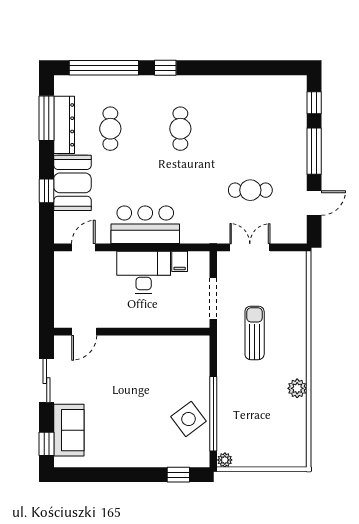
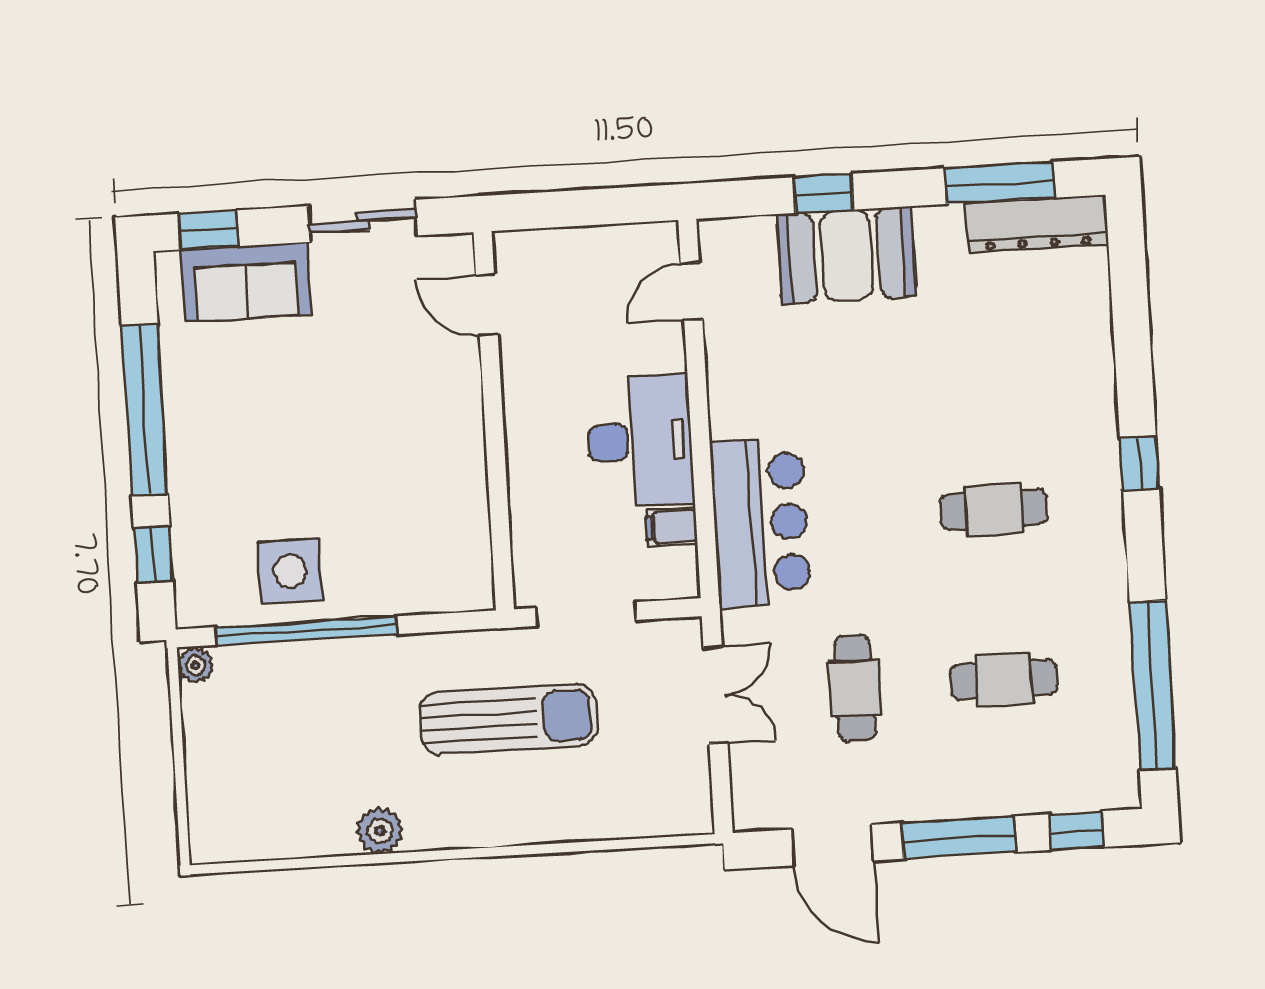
window: (104, 68) -> (1153, 685), moved
dresser: (64, 125) -> (1037, 224), moved
cafe table: (110, 129) -> (1004, 679), moved
door: (314, 203) -> (832, 845), width x1.38
bar counter: (145, 225) -> (760, 523), moved
door: (83, 247) -> (692, 291), swing flipped
sun lounger: (255, 333) -> (508, 719), width x1.36, depth x1.34
side table: (189, 419) -> (290, 571), turned 37
window: (119, 475) -> (145, 409), added

